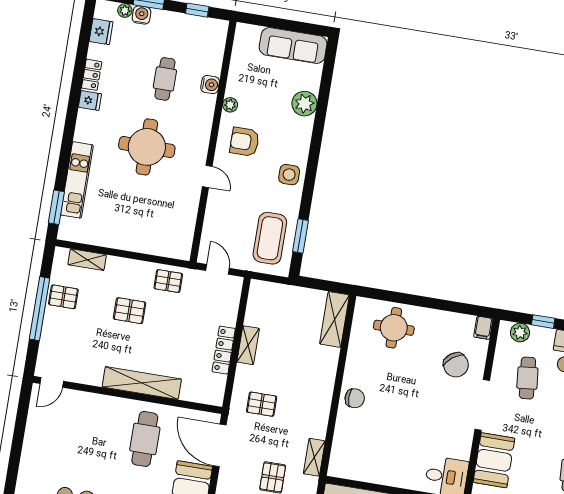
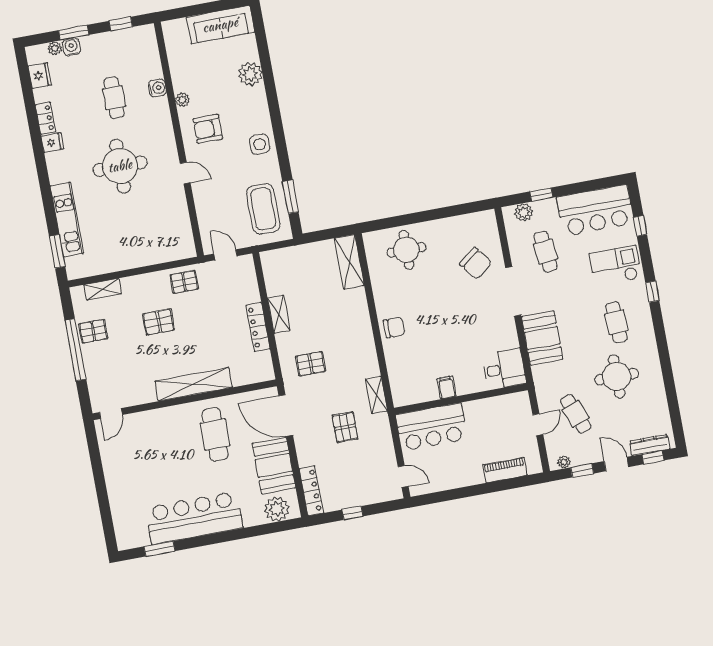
filing cabinet: (483, 328) -> (447, 387), moved, turned 180

